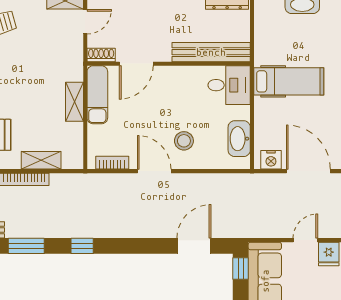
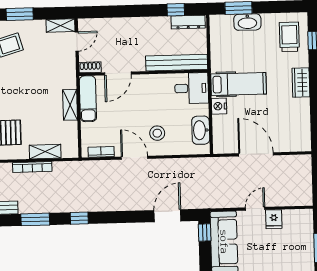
nightstand: (271, 160) -> (219, 106), moved, turned 90

